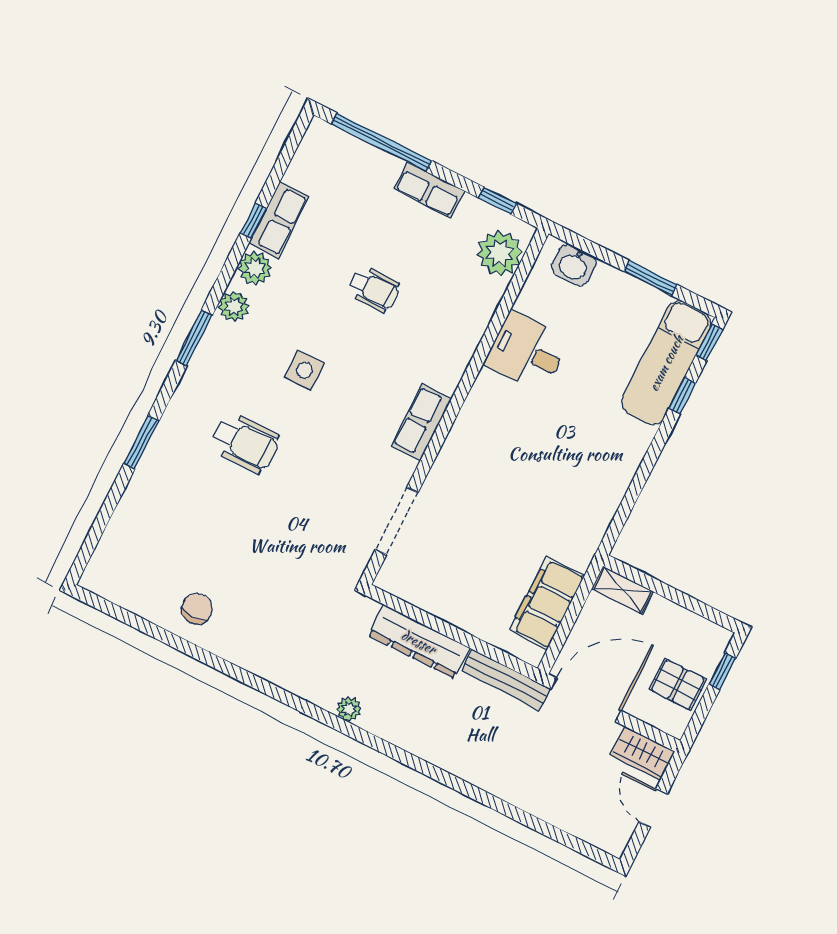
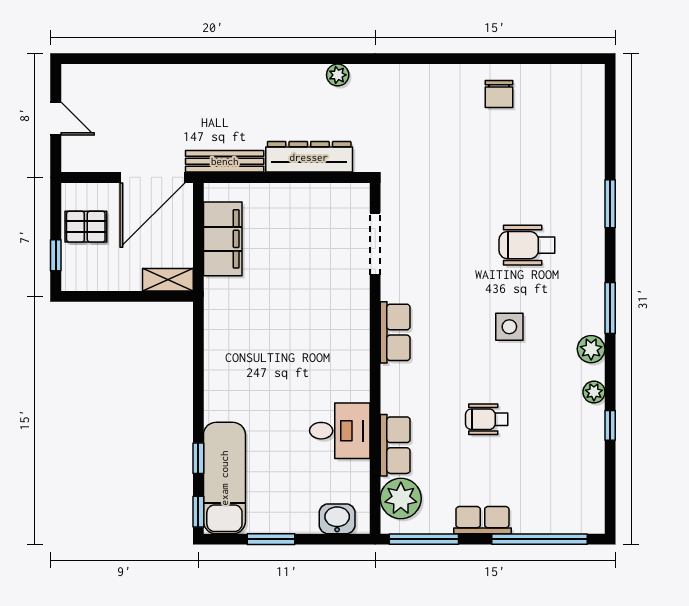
window: (497, 201) -> (424, 539), width x2.17
row of seats: (279, 220) -> (395, 445), moved, turned 180
plant: (255, 268) -> (594, 392), width x0.73, depth x0.73
wardrobe: (642, 753) -> (86, 158), removed

